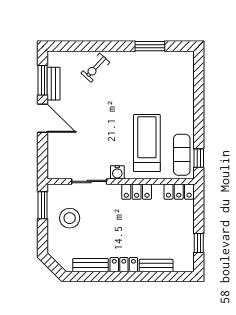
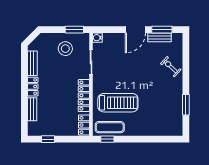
water cooler: (117, 172) -> (97, 38), moved
locker: (137, 192) -> (84, 96), width x1.53

